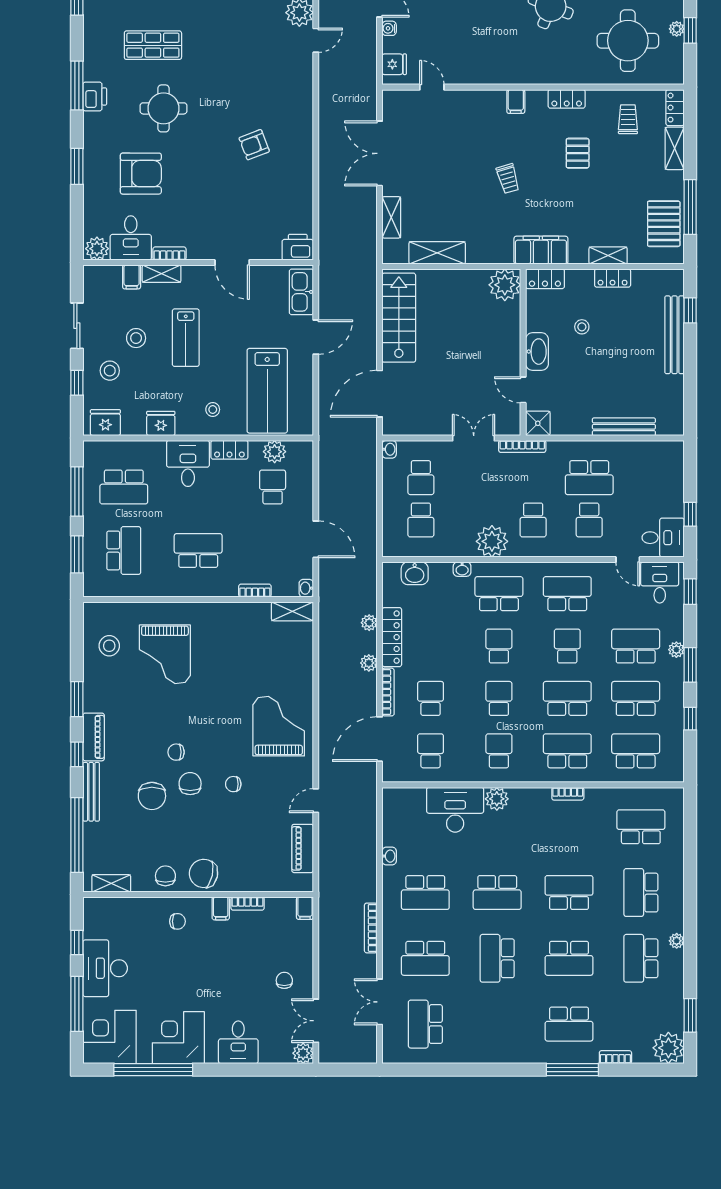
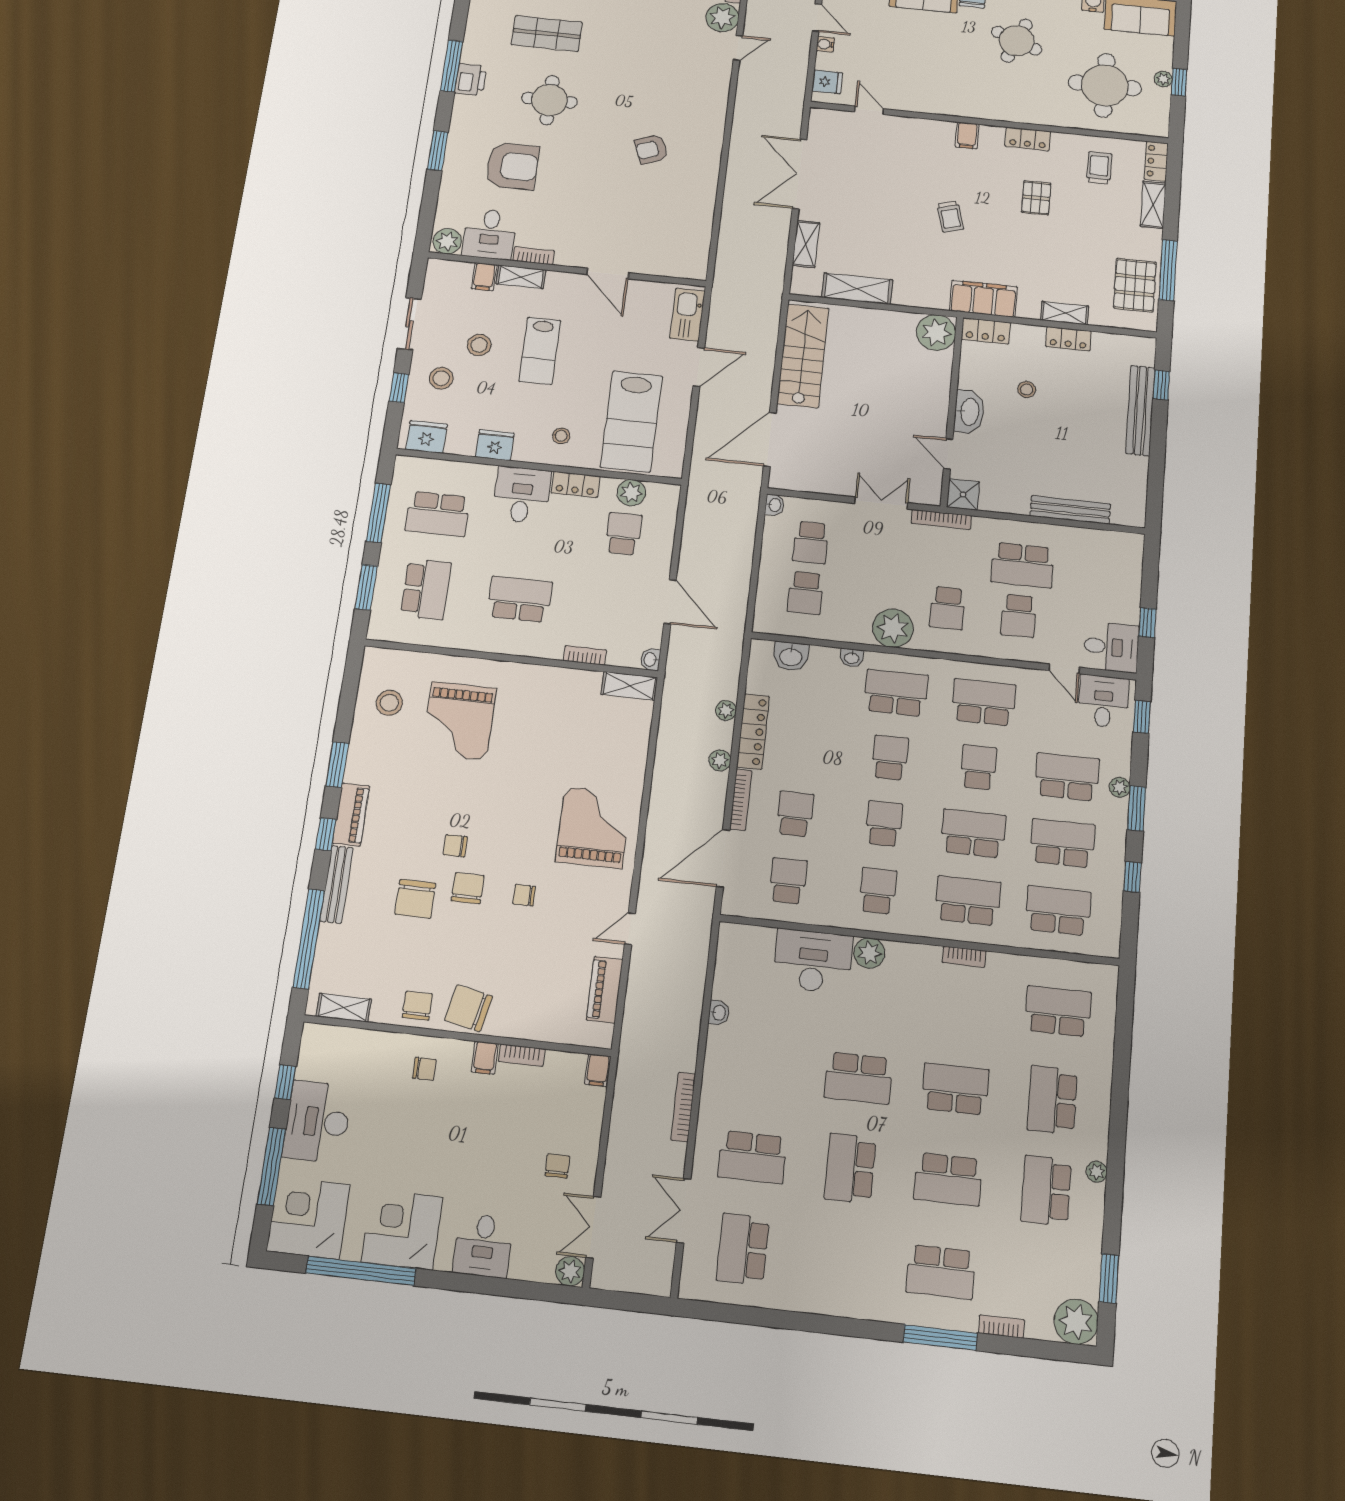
printer: (298, 247) -> (689, 265), removed
school desk: (425, 893) -> (762, 1067), removed

